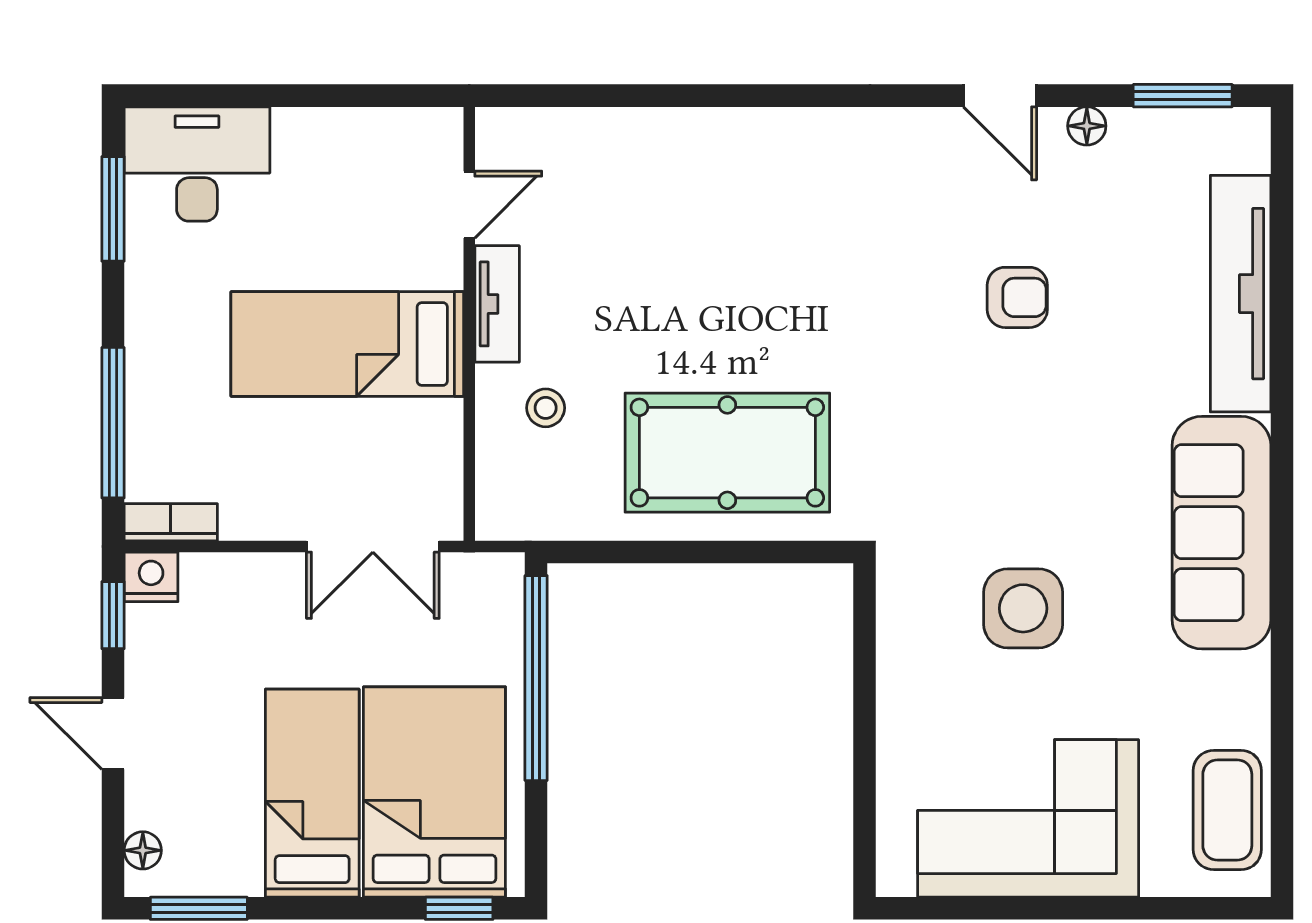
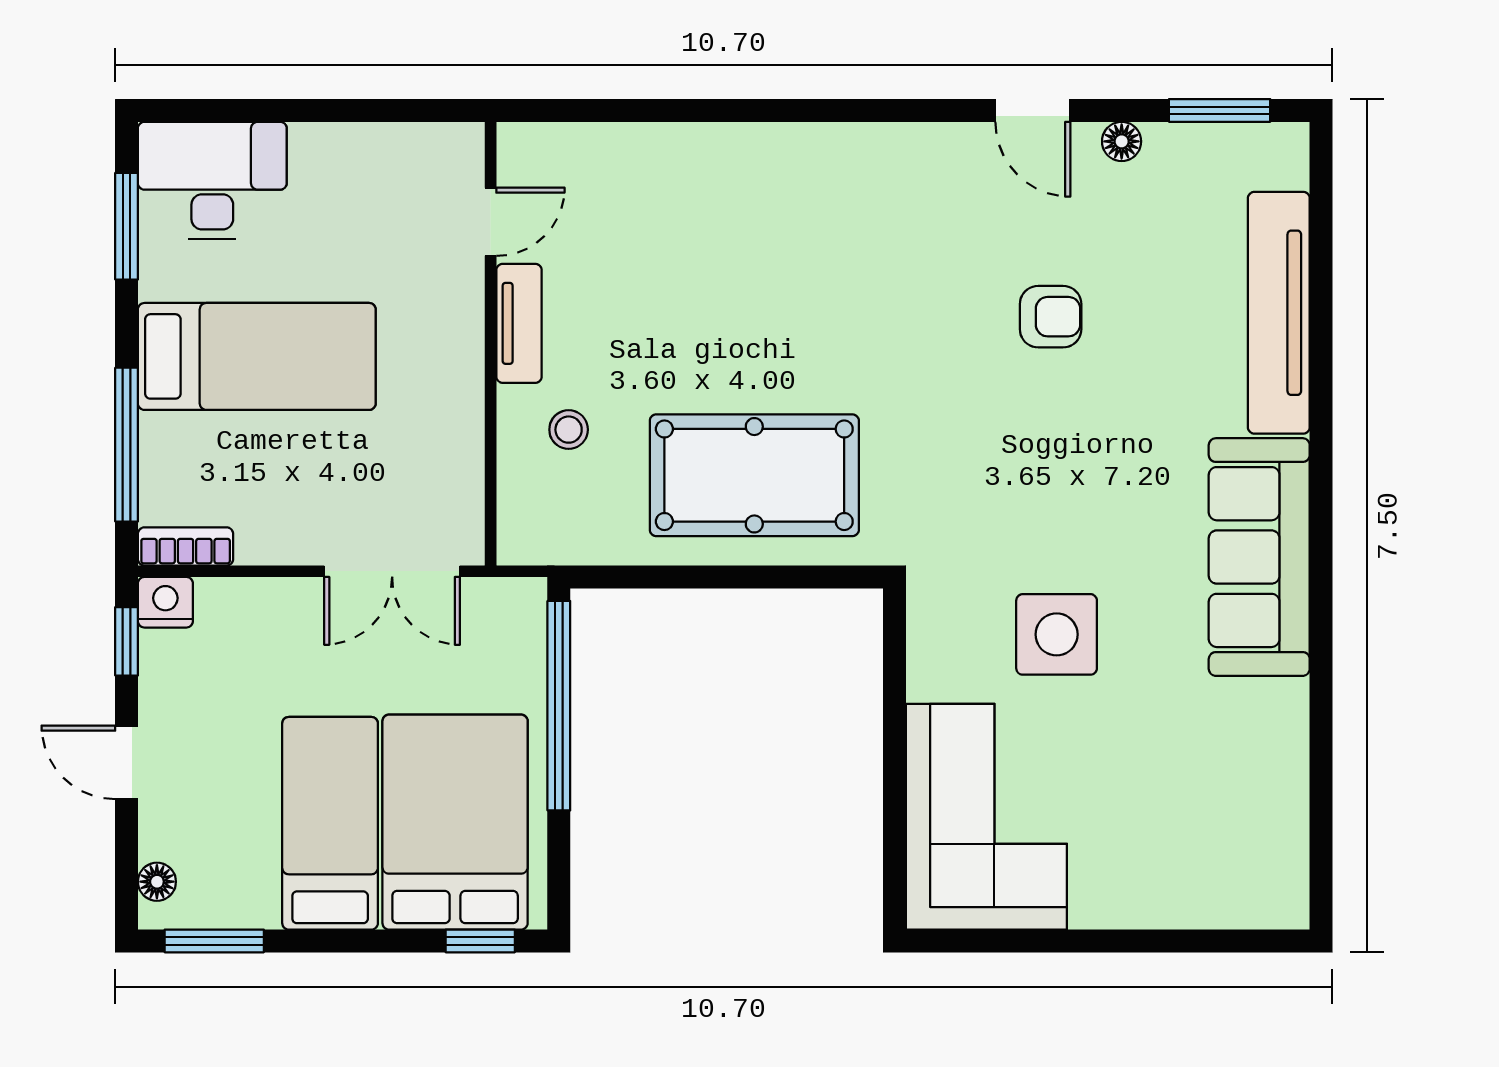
bed: (347, 344) -> (257, 356), moved, turned 180
coffee table: (1227, 810) -> (1265, 840), removed
corner sofa: (1028, 818) -> (986, 817), moved, turned 90

